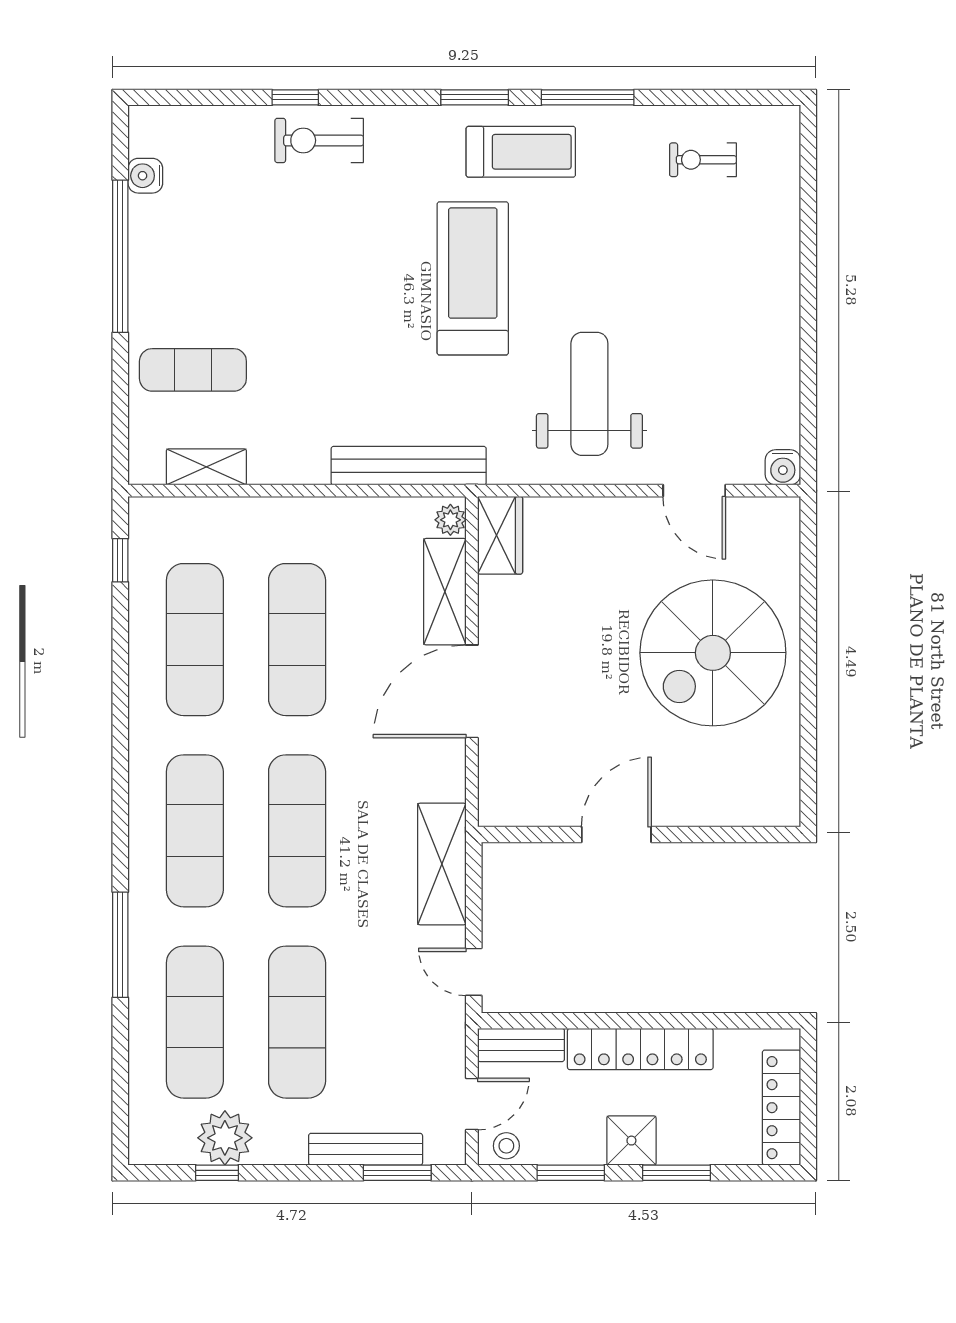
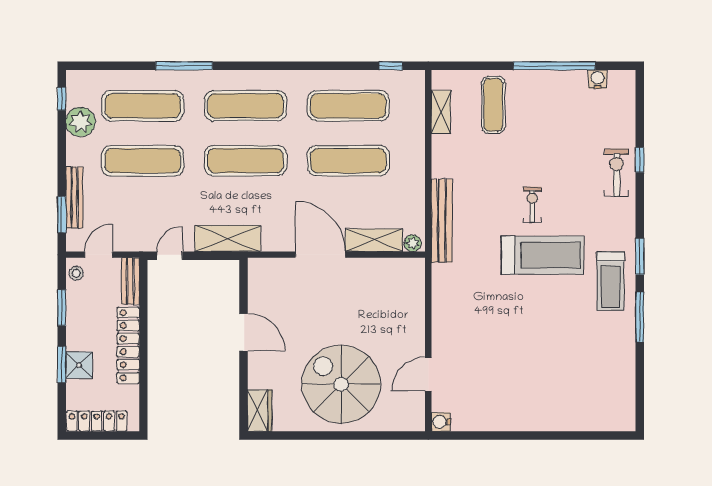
exercise bike: (703, 160) -> (532, 205), moved
weight bench: (589, 394) -> (480, 318), removed
wardrobe: (500, 535) -> (260, 410), moved, turned -90
door: (472, 1104) -> (99, 255), swing flipped
shower: (631, 1141) -> (79, 365), moved
window: (217, 1173) -> (62, 99), moved

